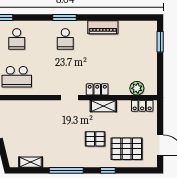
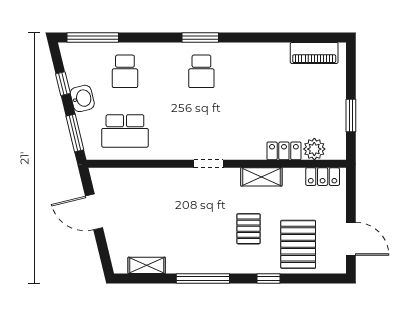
piano: (103, 27) -> (314, 53), moved
window: (160, 42) -> (351, 116), moved
locker: (97, 89) -> (284, 151), moved
pallet: (95, 139) -> (248, 229), turned 90
pallet: (127, 149) -> (298, 244), turned 90

